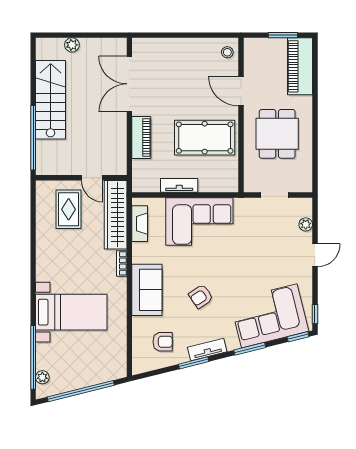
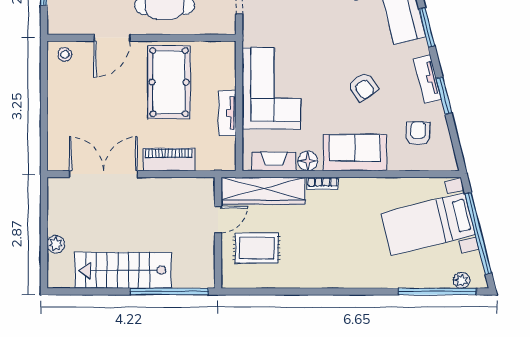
double door: (129, 84) -> (104, 174), swing flipped
floor lamp: (140, 251) -> (308, 161), added
bed with nightstands: (71, 312) -> (428, 224), moved, turned -104

